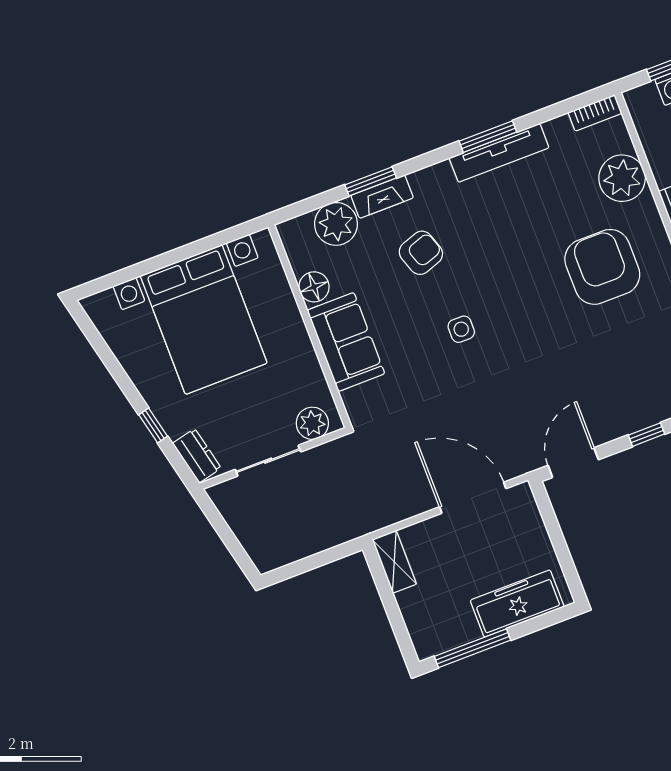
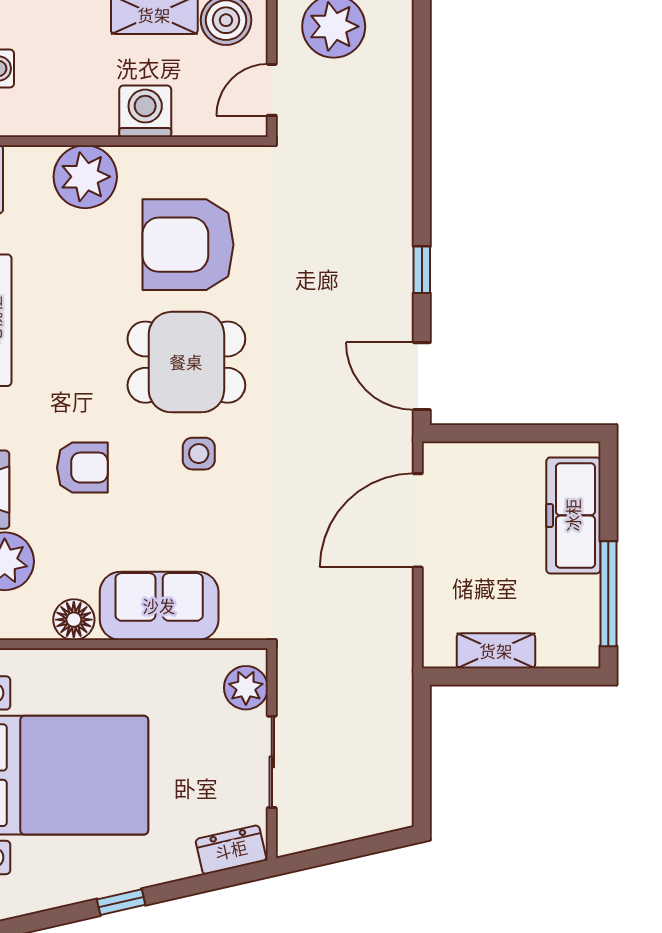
armchair: (421, 253) -> (82, 468), turned 109
dining table: (521, 297) -> (186, 362), added
window: (153, 425) -> (121, 902), moved
shelving: (394, 562) -> (496, 651), moved

